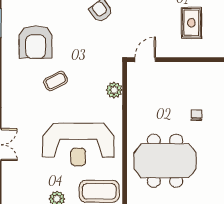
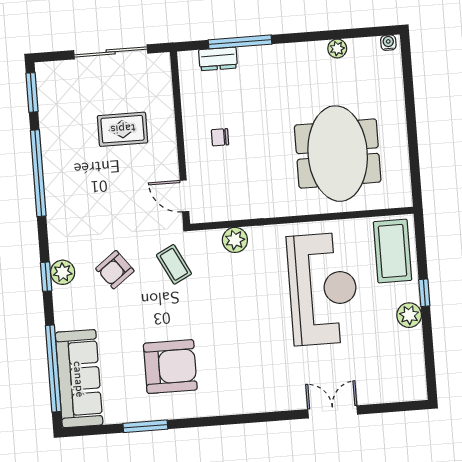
coffee table: (56, 81) -> (174, 264), moved
chair: (196, 115) -> (220, 137), moved

